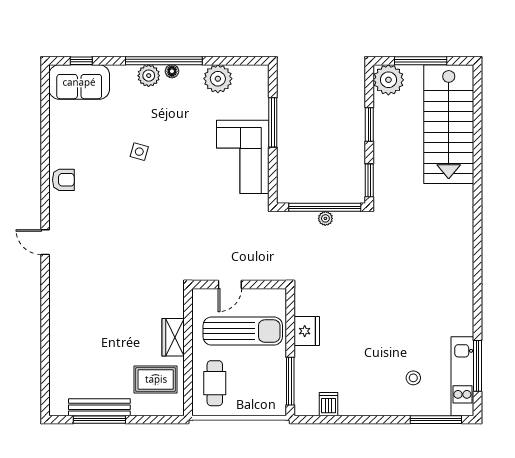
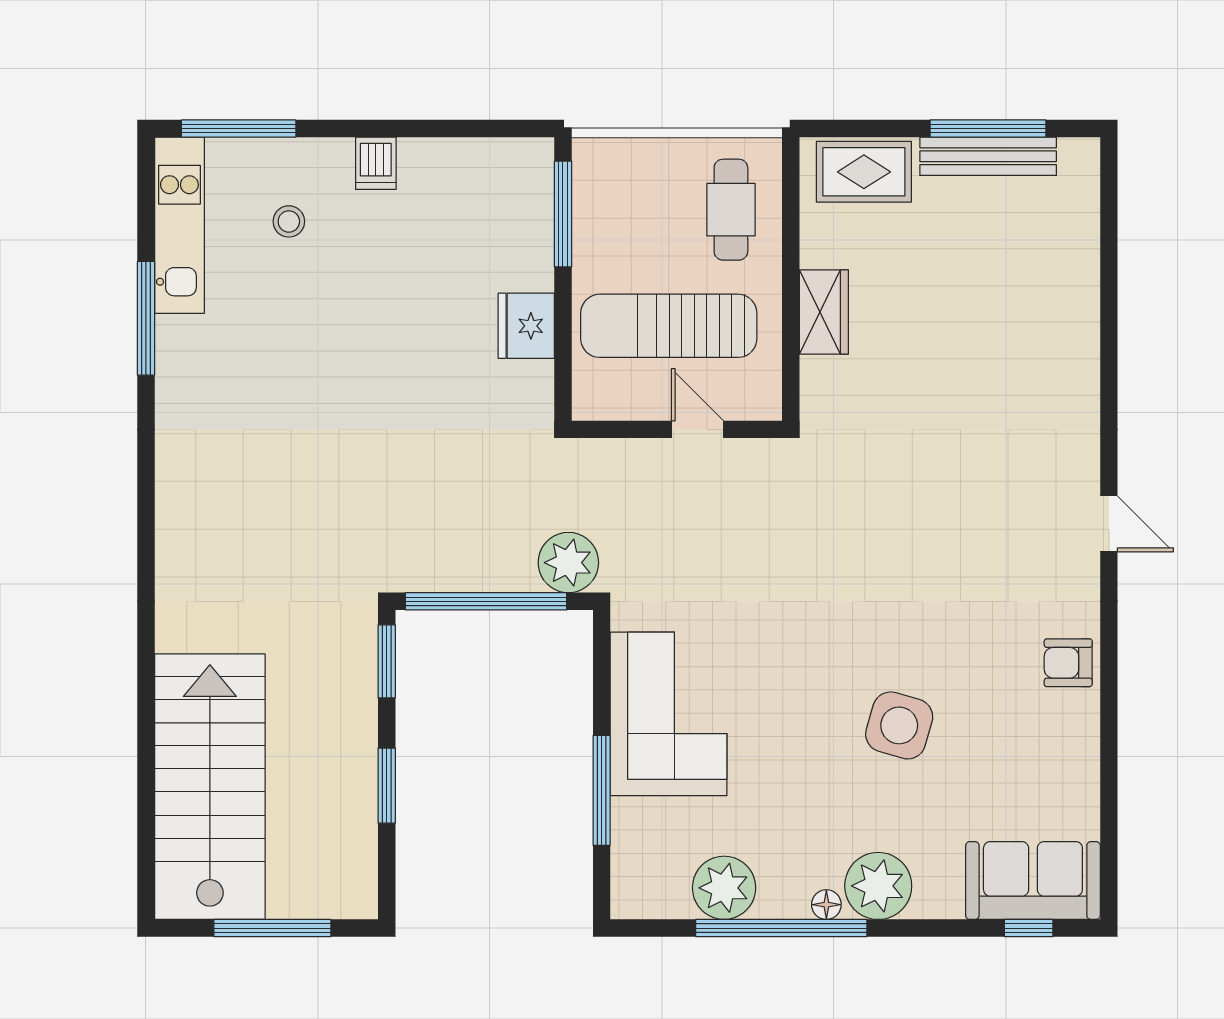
window: (164, 61) -> (781, 928), moved
plant: (149, 76) -> (878, 886), width x1.36, depth x1.36
plant: (388, 80) -> (344, 885), removed
side table: (139, 152) -> (899, 725), width x1.87, depth x1.87
plant: (325, 218) -> (568, 563), moved, width x1.87, depth x1.87
door: (230, 285) -> (697, 429), hinge flipped
window: (477, 366) -> (146, 318), moved
rug: (156, 379) -> (864, 172), moved
dishwasher: (328, 404) -> (376, 163), moved

